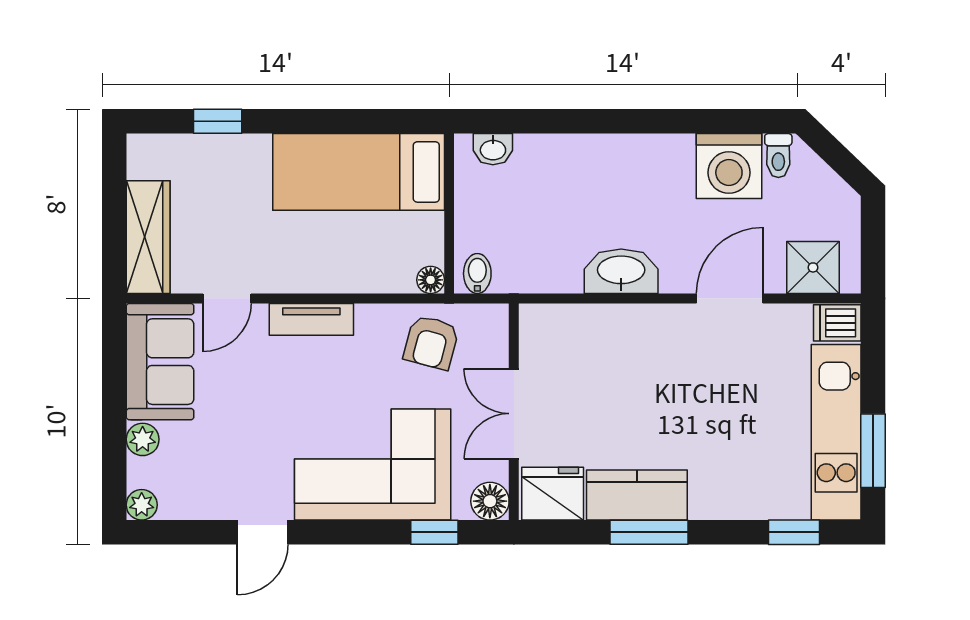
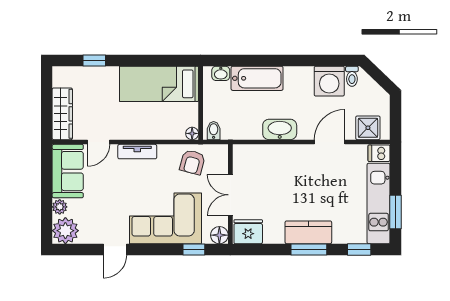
bathtub: (572, 160) -> (257, 78), added
kitchen counter: (637, 495) -> (308, 232), moved
plant: (142, 505) -> (65, 231), width x1.88, depth x1.88
window: (649, 532) -> (309, 249), moved

